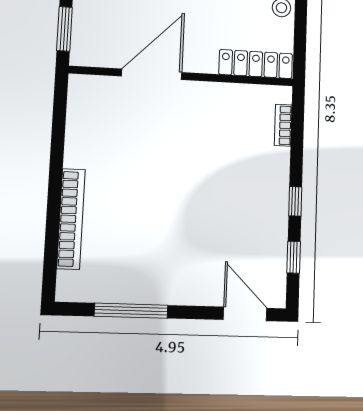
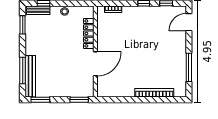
locker: (256, 64) -> (89, 33), moved
door: (152, 74) -> (95, 64), swing flipped

